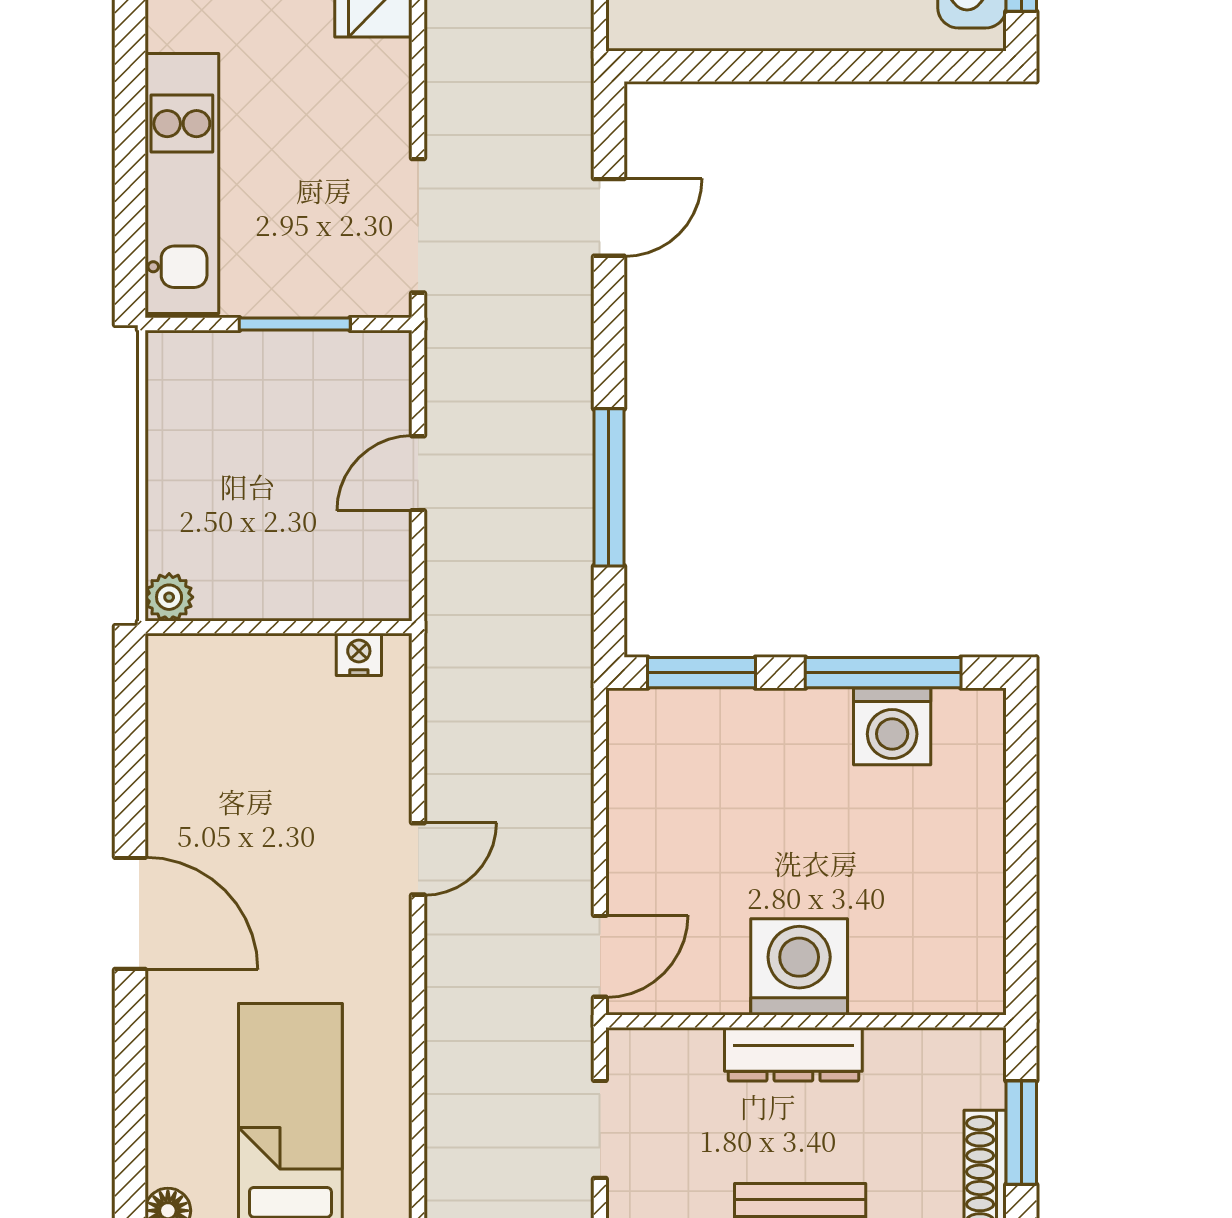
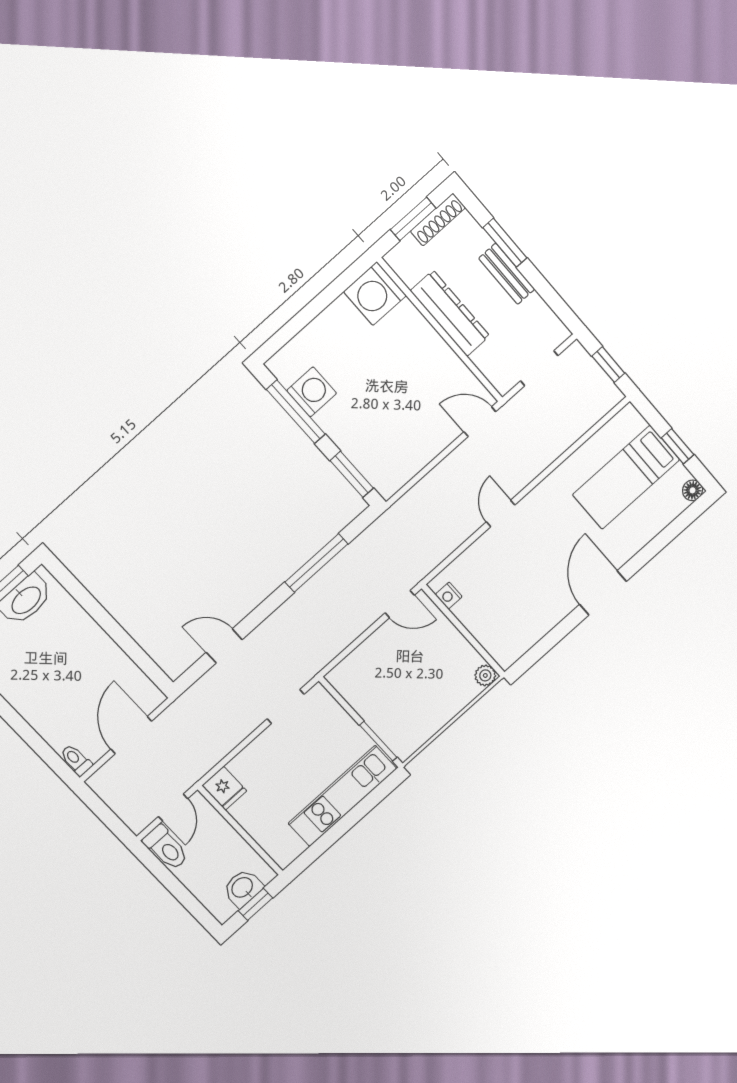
doorway: (418, 226) -> (286, 707), width x0.73
window: (295, 324) -> (378, 741), moved
door: (418, 473) -> (400, 604), moved
door: (418, 859) -> (501, 513), hinge flipped
washing machine: (799, 967) -> (375, 294), moved
dresser: (793, 1054) -> (450, 313), width x1.37, depth x1.24

